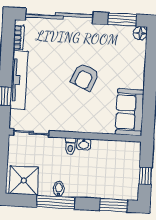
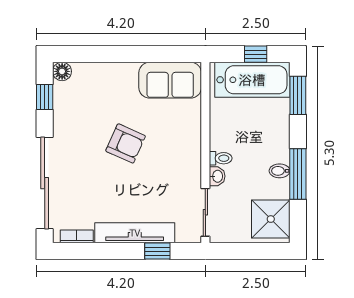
window: (122, 19) -> (45, 97), width x0.67
washbasin: (84, 144) -> (217, 176), moved
bathtub: (127, 172) -> (252, 80), added

